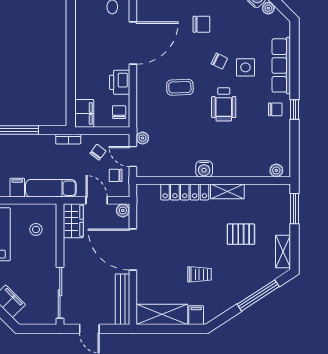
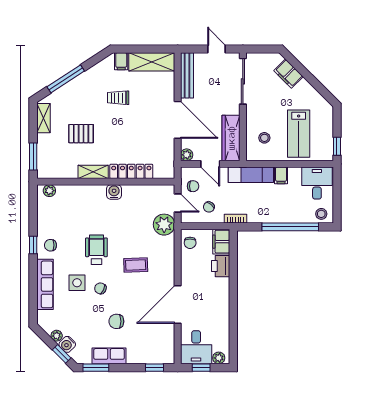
printer: (120, 82) -> (221, 266), moved, turned 180
plant: (143, 138) -> (164, 225), width x1.87, depth x1.87
wardrobe: (73, 221) -> (231, 138), width x1.50

